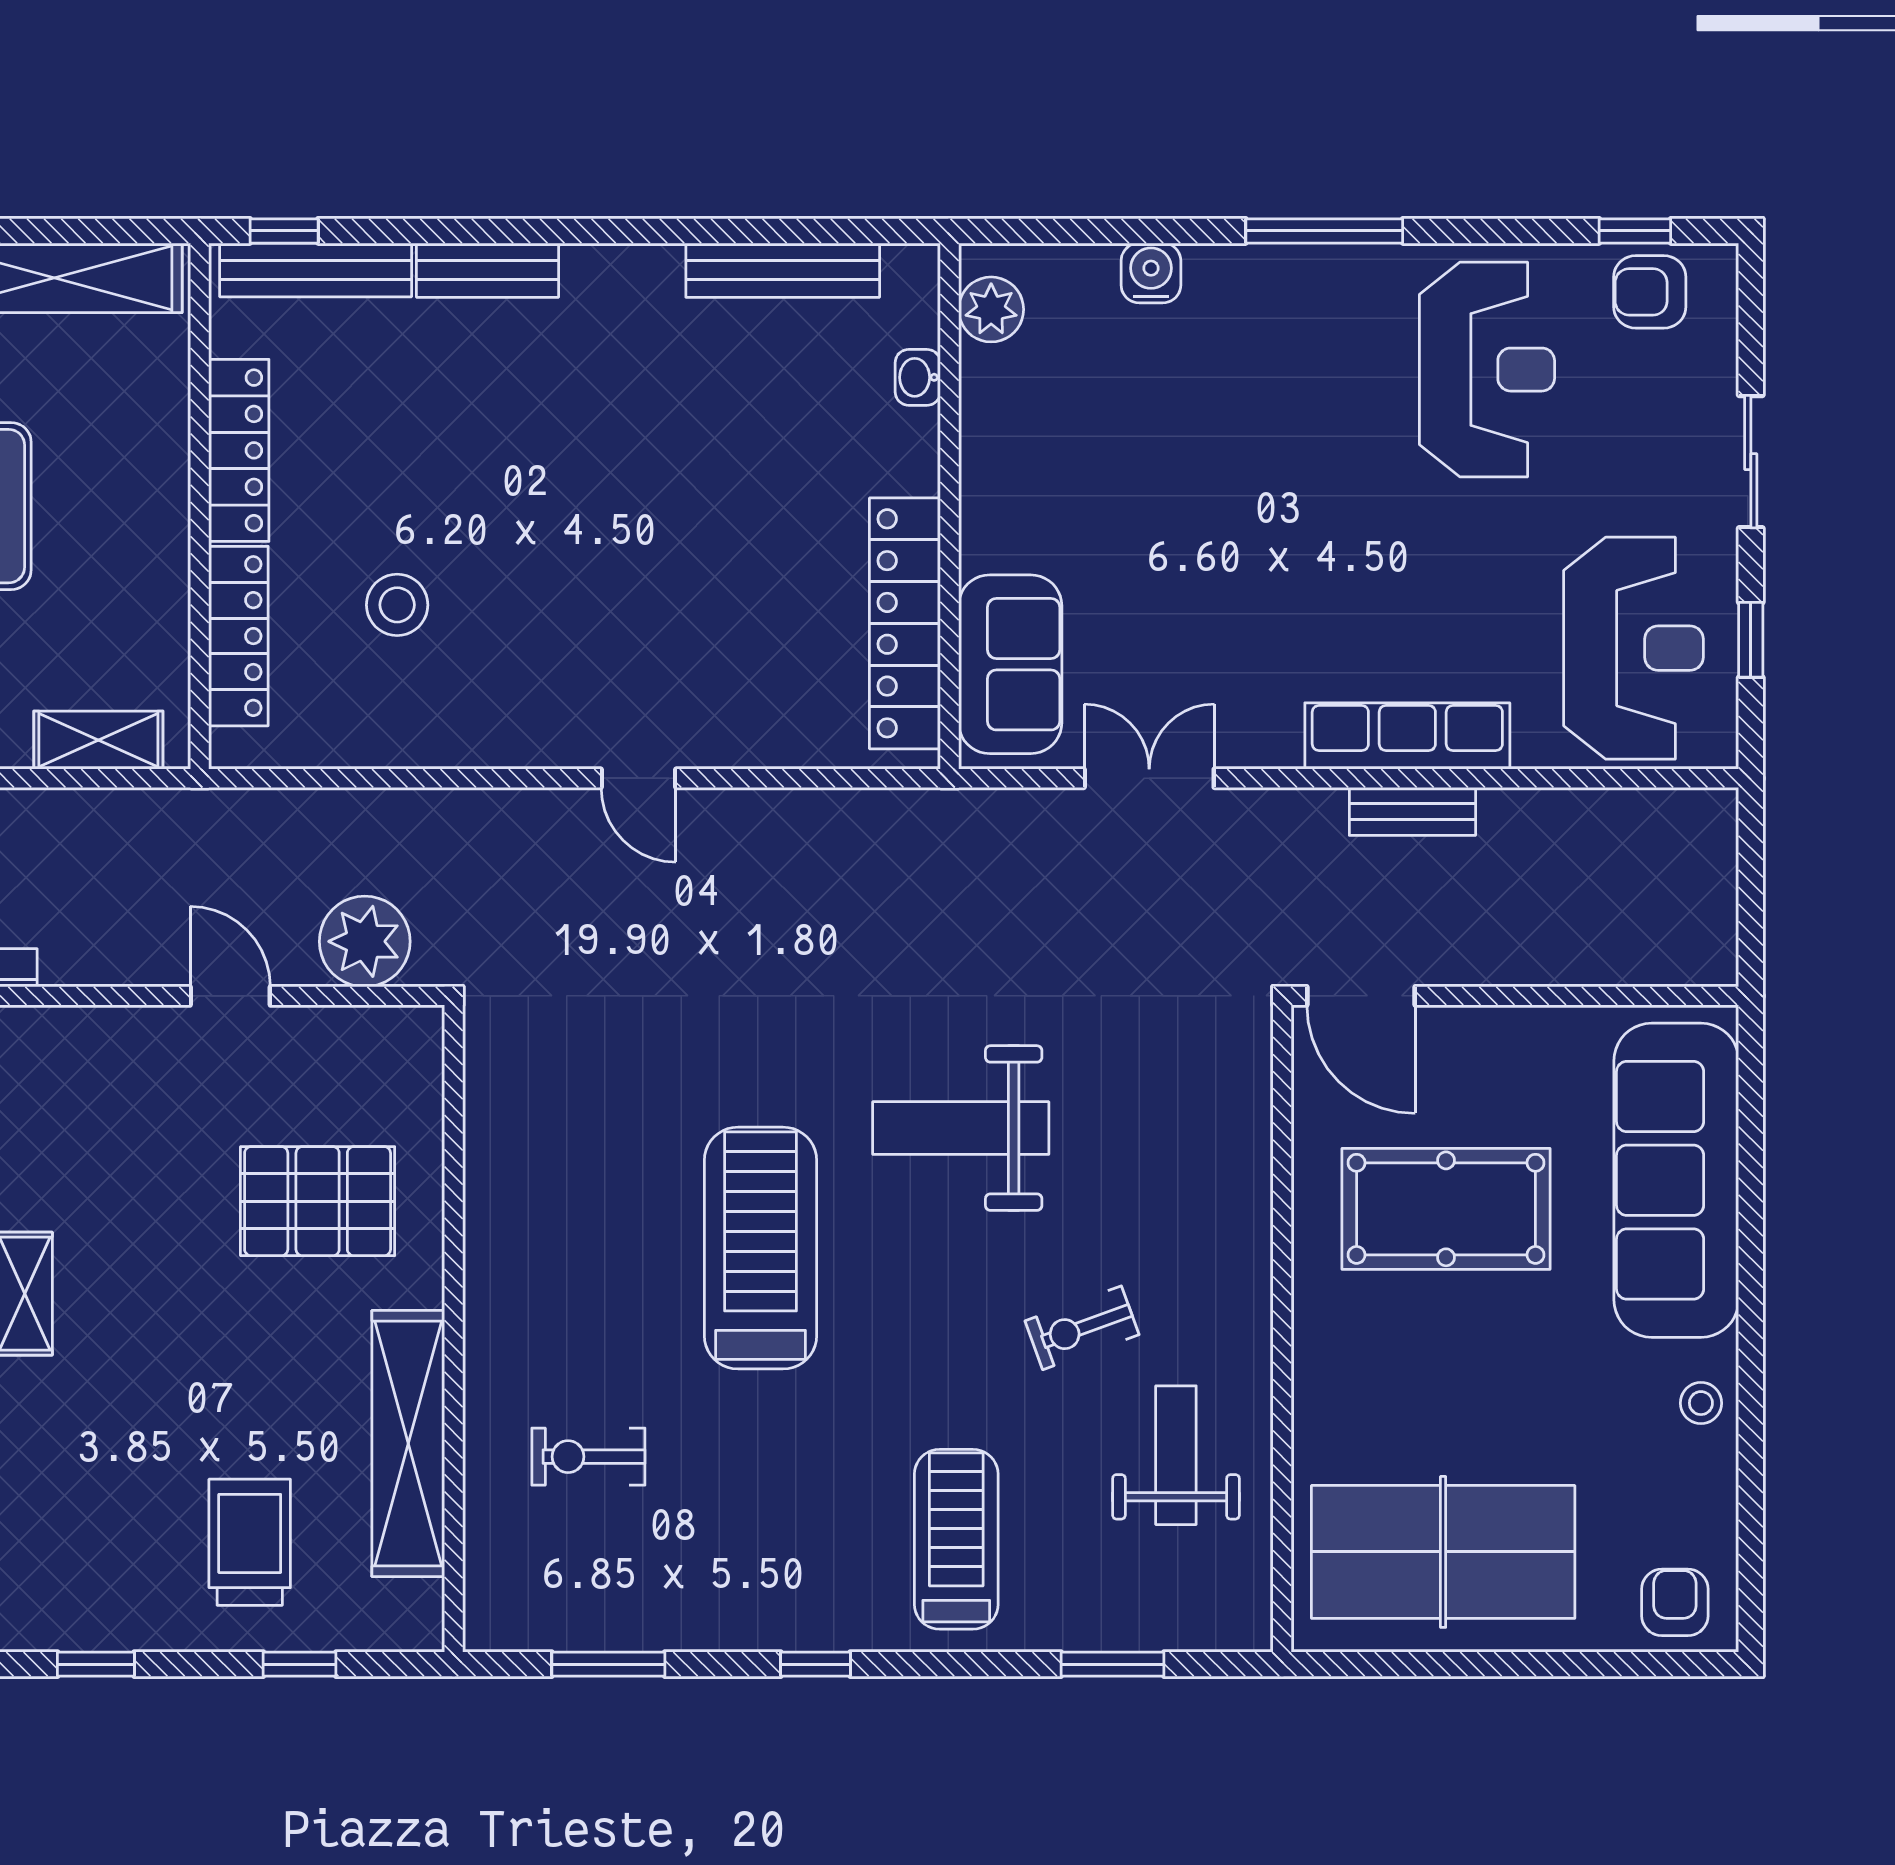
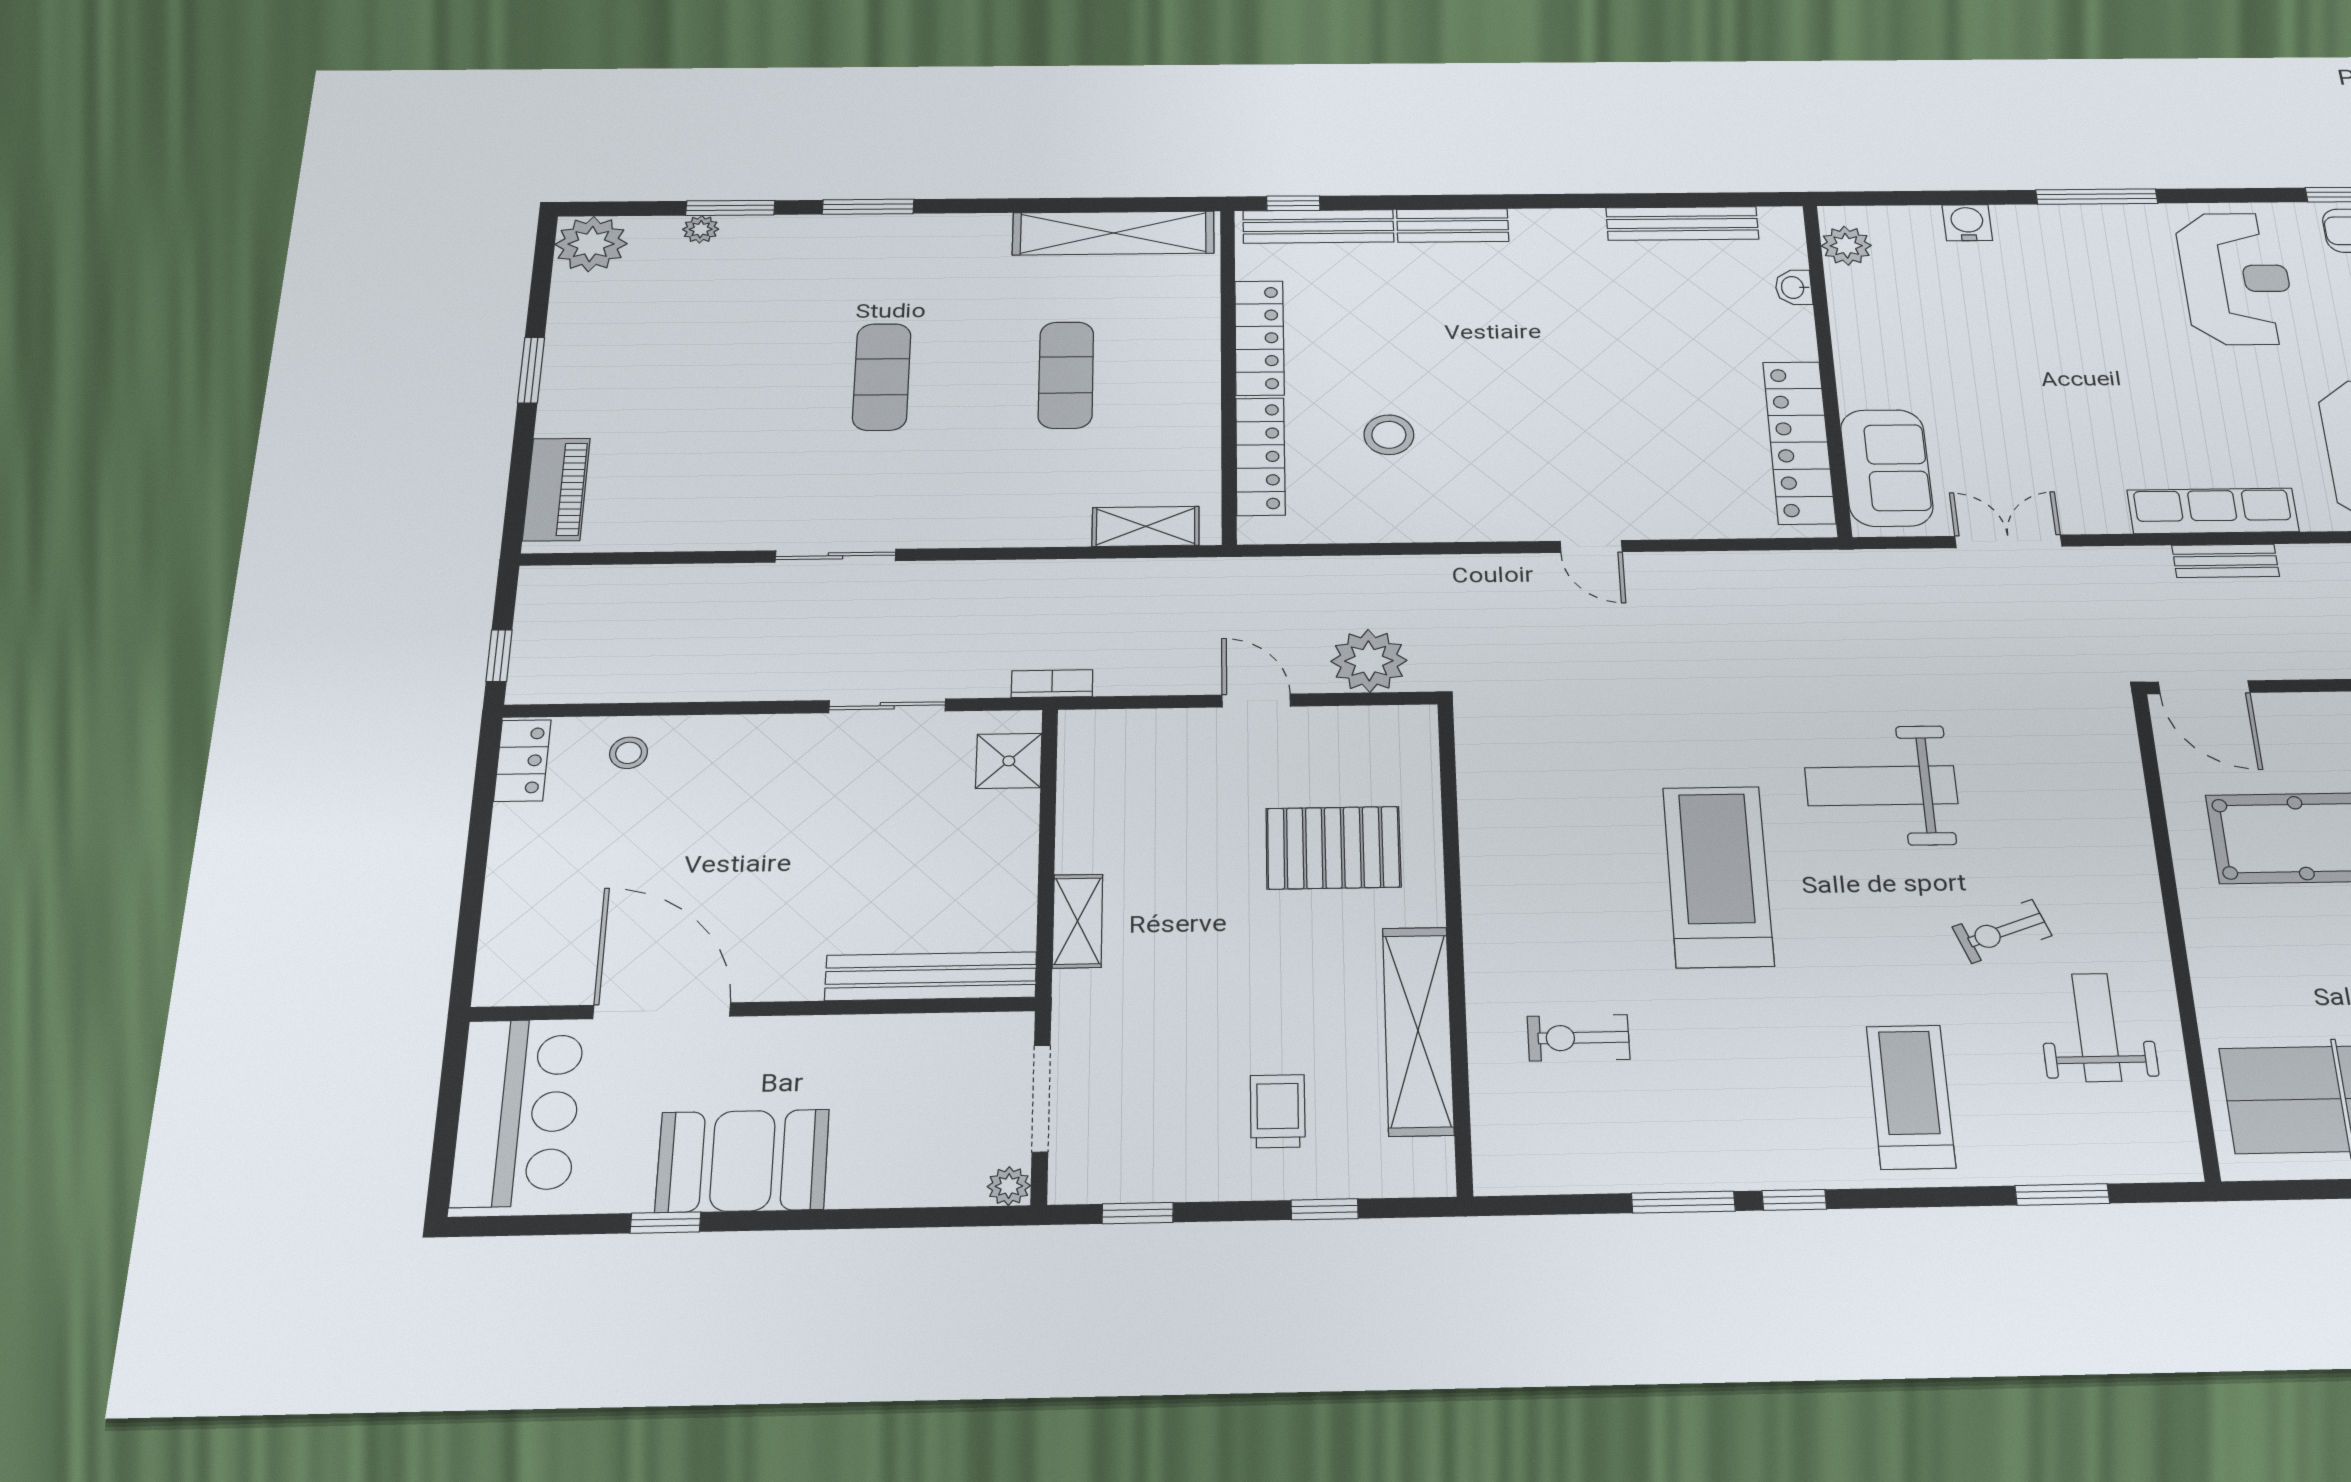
trolley: (250, 1542) -> (1278, 1111), width x0.73, depth x0.72
window: (608, 1664) -> (1683, 1202), moved

